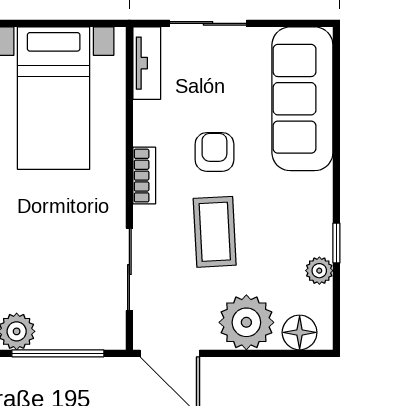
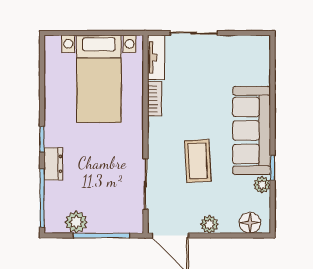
sofa: (302, 99) -> (252, 130), moved
armchair: (214, 152) -> (198, 112), removed
bookcase: (144, 176) -> (155, 99), moved
plant: (246, 322) -> (209, 224), width x0.53, depth x0.53

